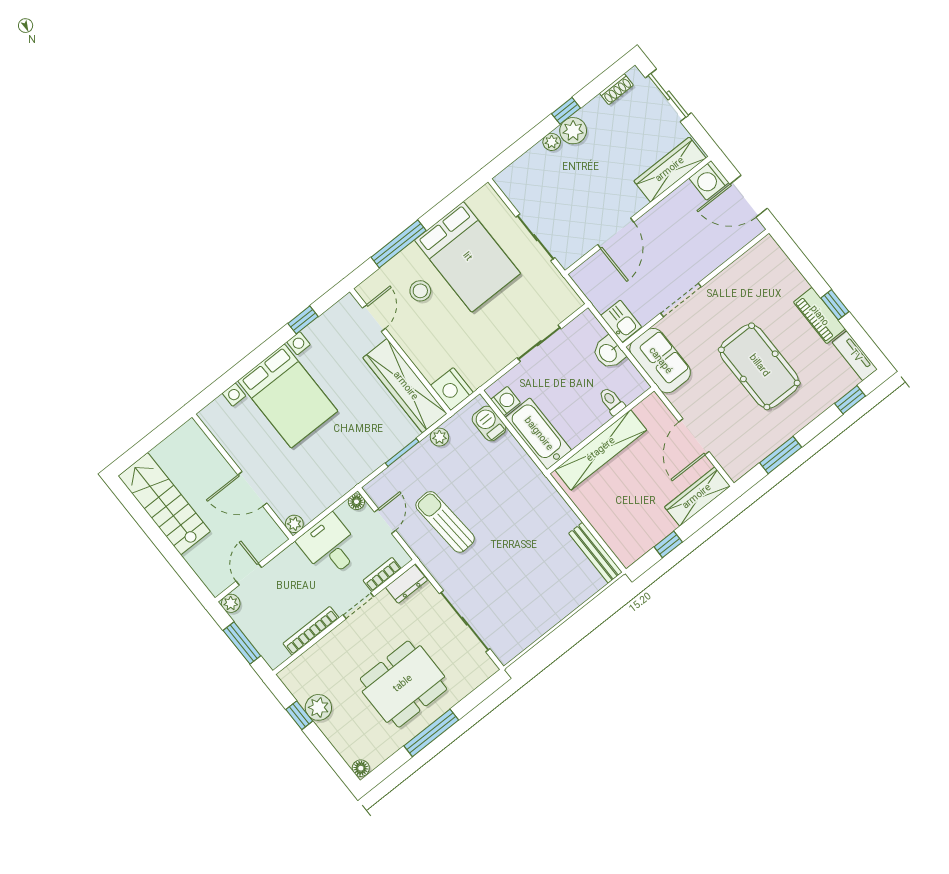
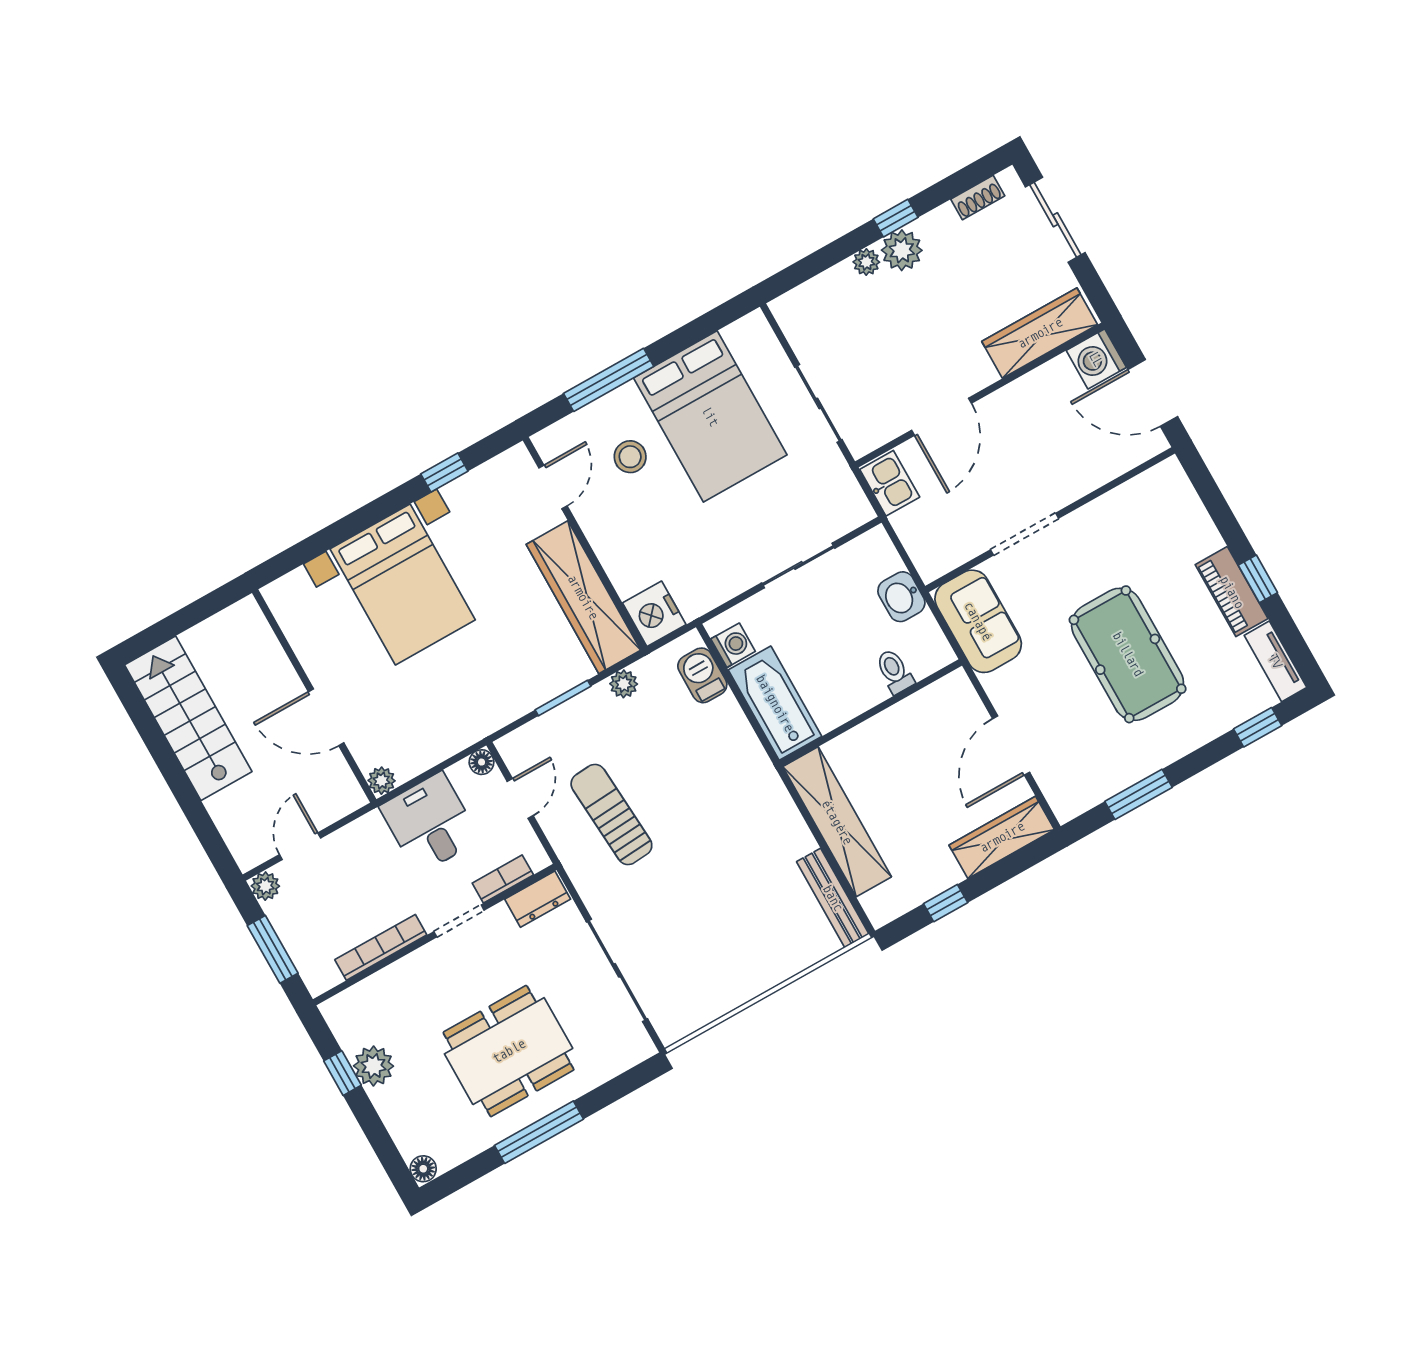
kitchen sink: (621, 321) -> (890, 483), moved
shelving: (601, 450) -> (837, 822), moved, turned 90

